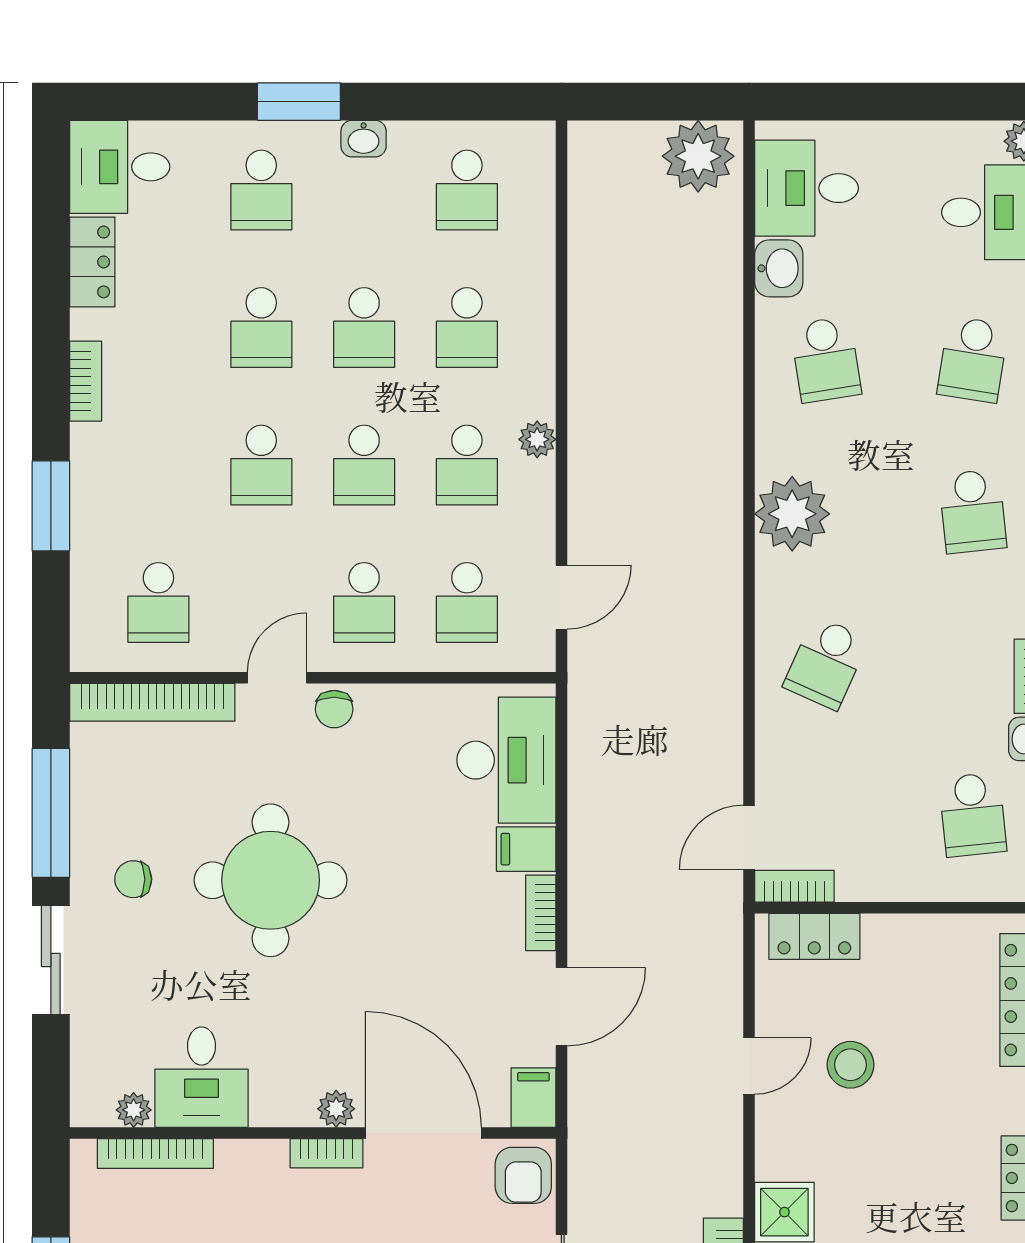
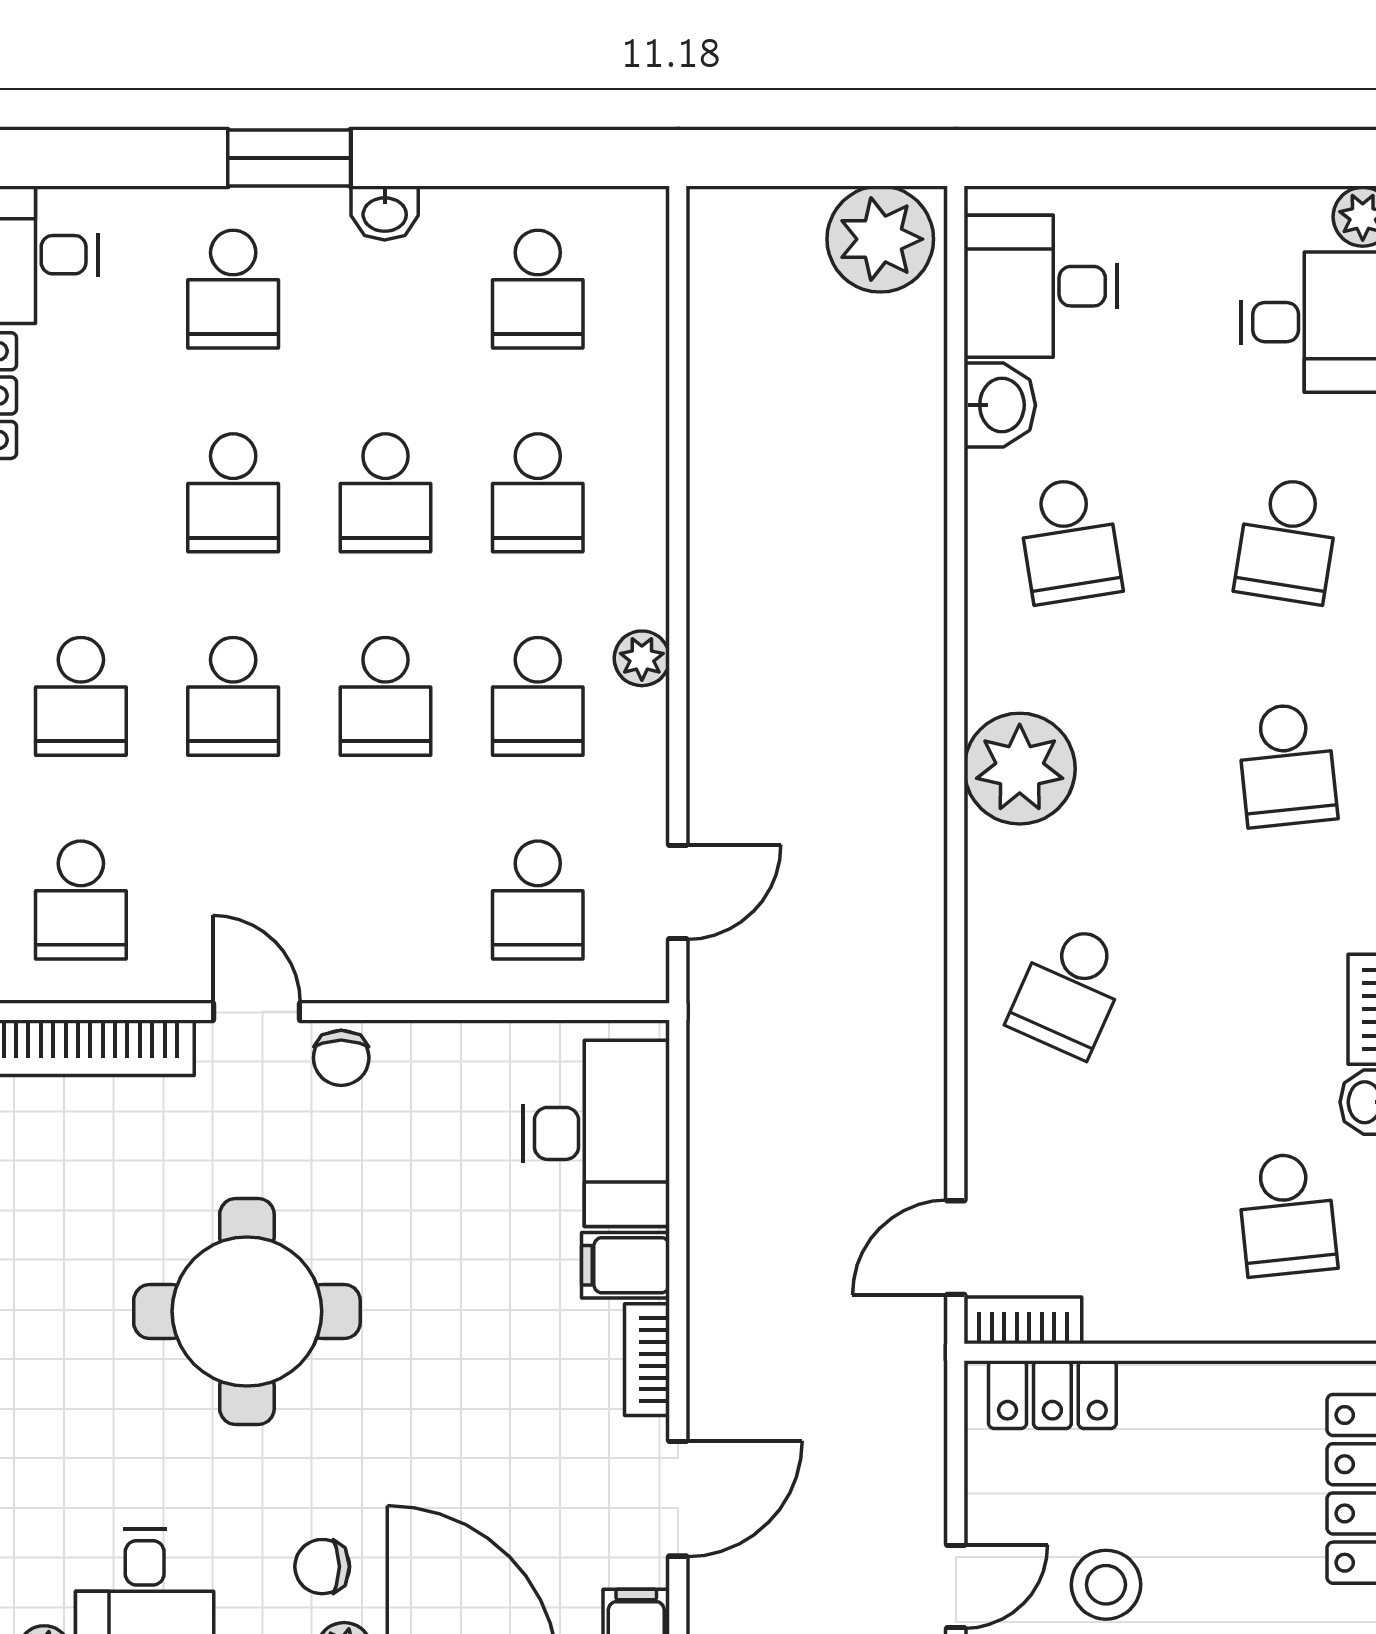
school desk: (364, 602) -> (81, 696), moved
door: (277, 678) -> (257, 1012), hinge flipped
chair: (133, 879) -> (322, 1567), moved

